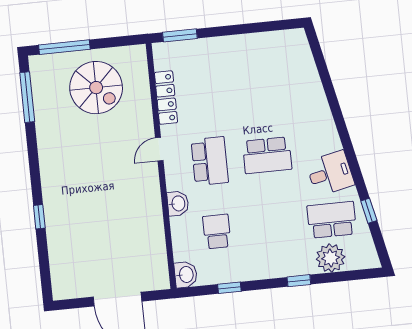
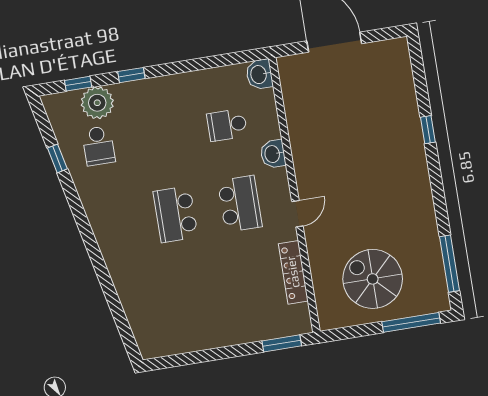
school desk: (267, 155) -> (176, 214), turned -90
school desk: (210, 161) -> (240, 204), turned 180
desk: (330, 173) -> (103, 198), removed
school desk: (332, 220) -> (98, 146), width x0.54
school desk: (217, 232) -> (227, 125), turned 90
window: (229, 288) -> (78, 84), moved

